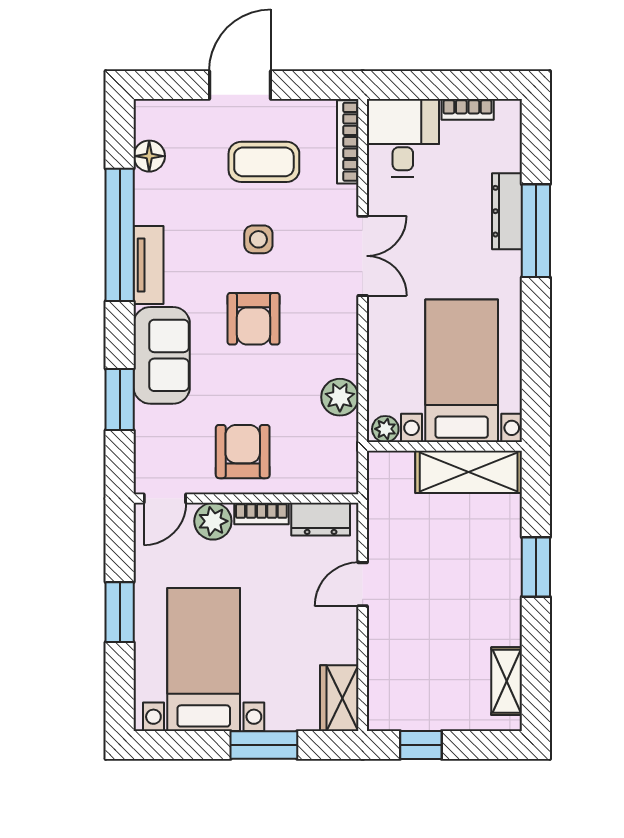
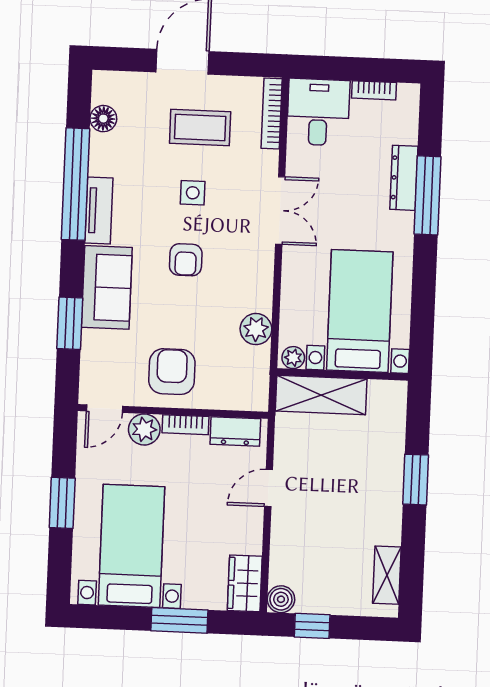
armchair: (254, 319) -> (186, 260), width x0.72, depth x0.72
shelving: (469, 472) -> (321, 395), moved
boiler: (383, 715) -> (281, 599), added

